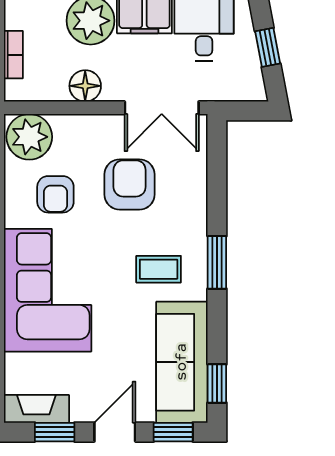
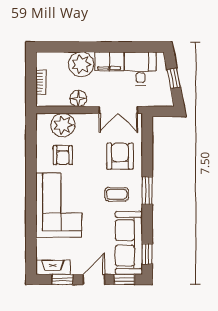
plant: (29, 137) -> (63, 125), moved
armchair: (130, 184) -> (120, 156), moved

